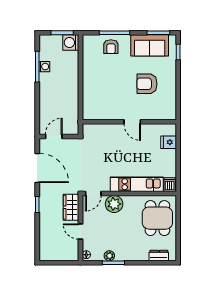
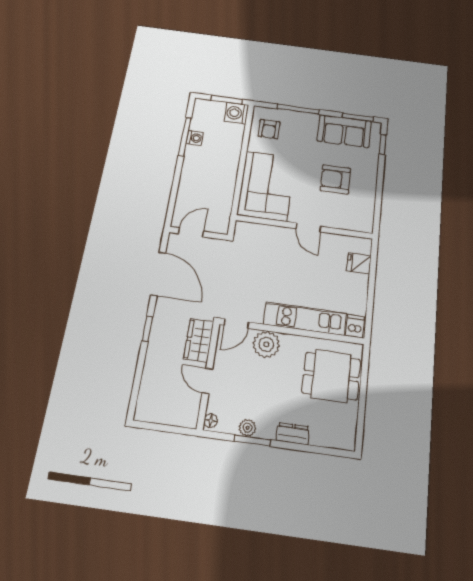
armchair: (111, 47) -> (269, 129), moved
corner sofa: (100, 96) -> (266, 186), added
dining table: (157, 218) -> (331, 376), turned 90
dresser: (159, 255) -> (293, 434), moved

